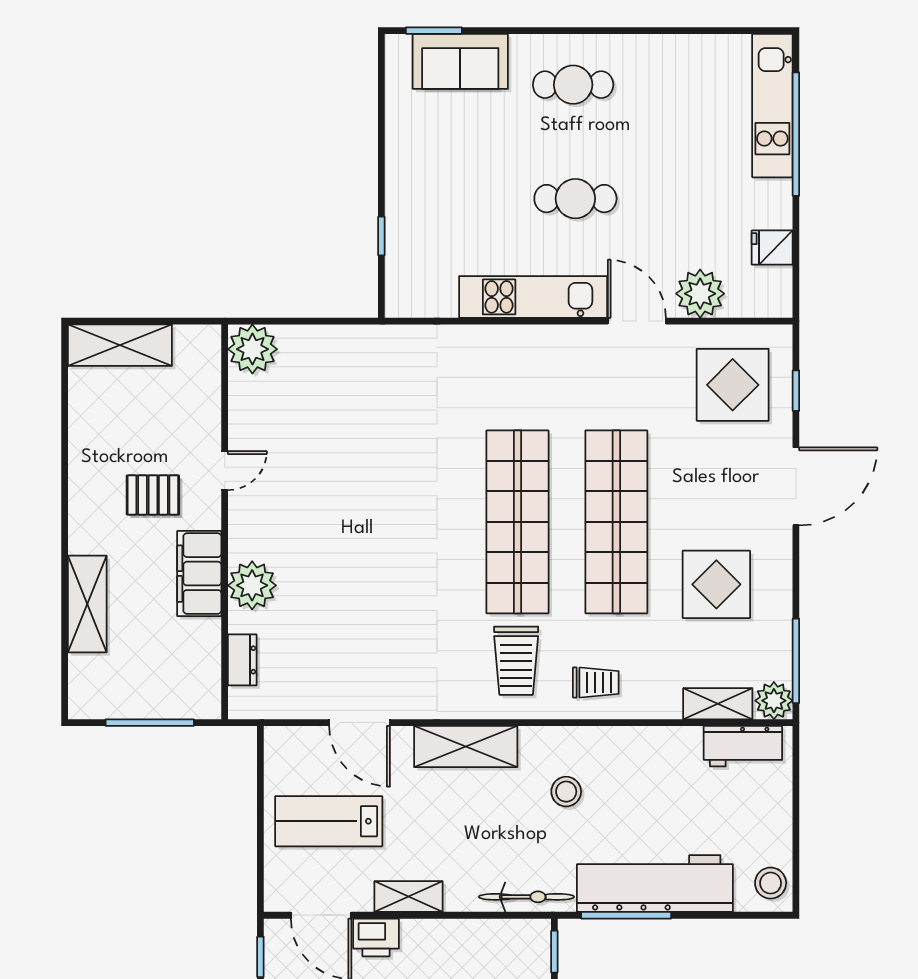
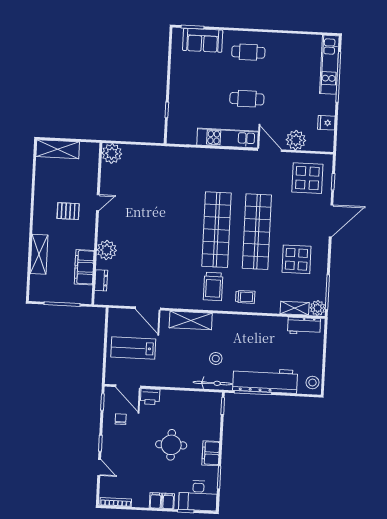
filing cabinet: (199, 574) -> (84, 267), moved
stool: (566, 792) -> (216, 358), moved
shelving: (409, 897) -> (164, 381), removed

